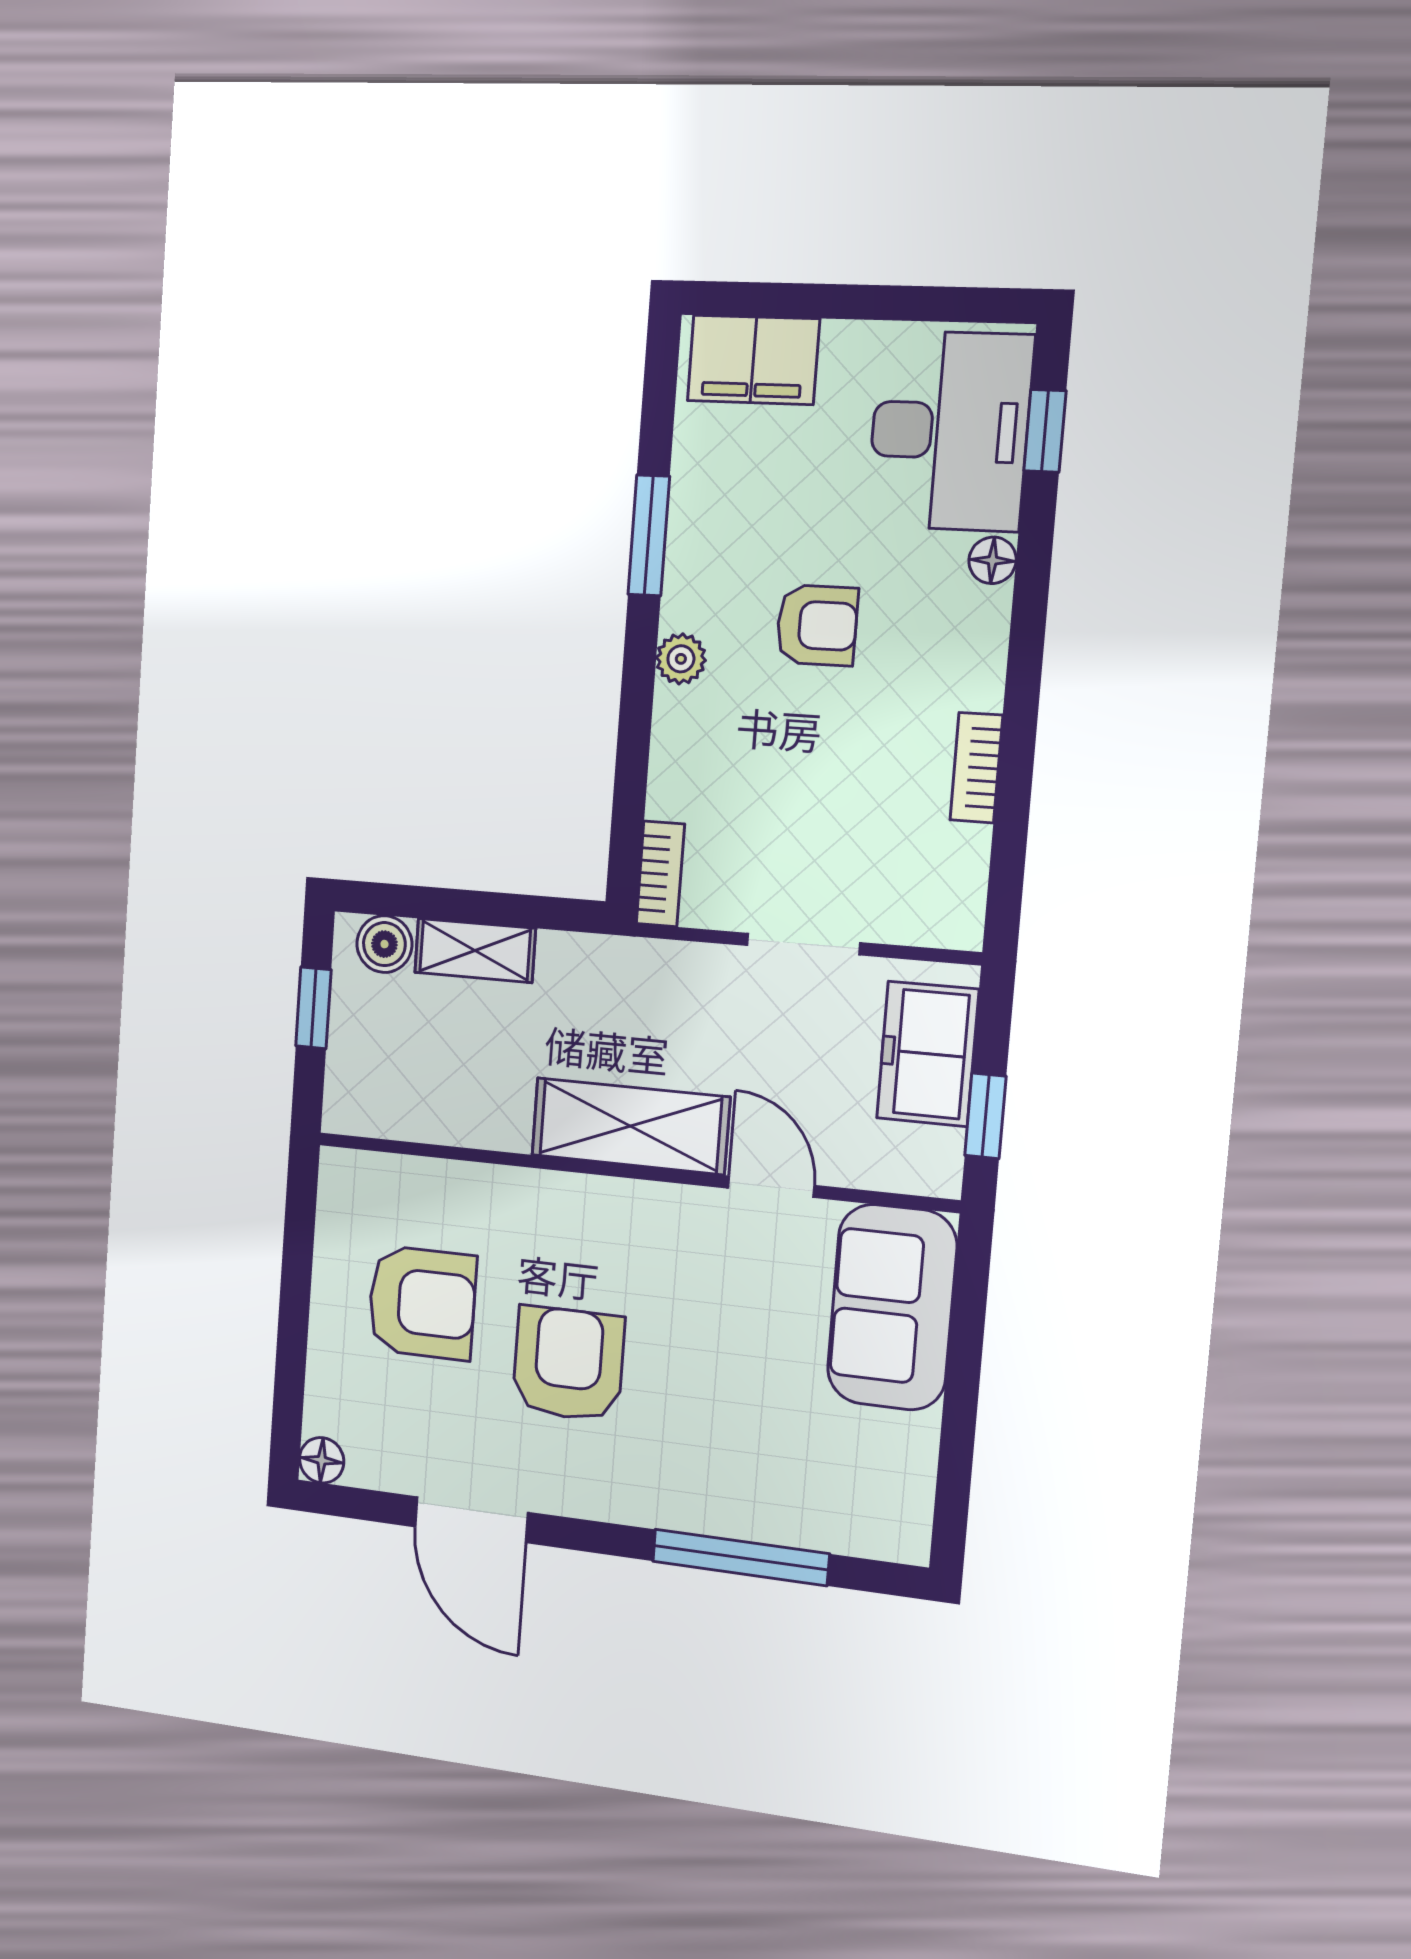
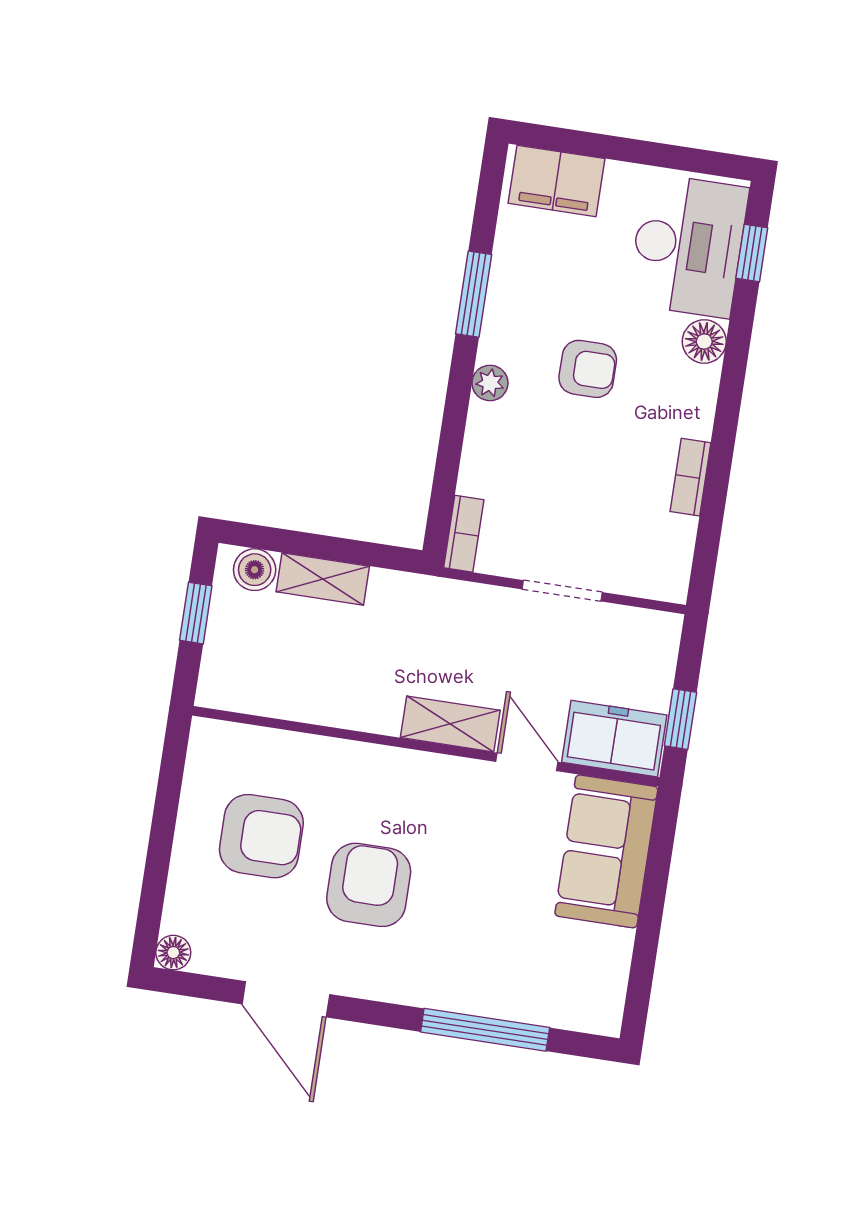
floor lamp: (993, 560) -> (704, 341), width x1.37, depth x1.37
freezer: (928, 1054) -> (614, 739), moved, turned 90
shelving: (630, 1126) -> (450, 724), width x0.67, depth x0.75

